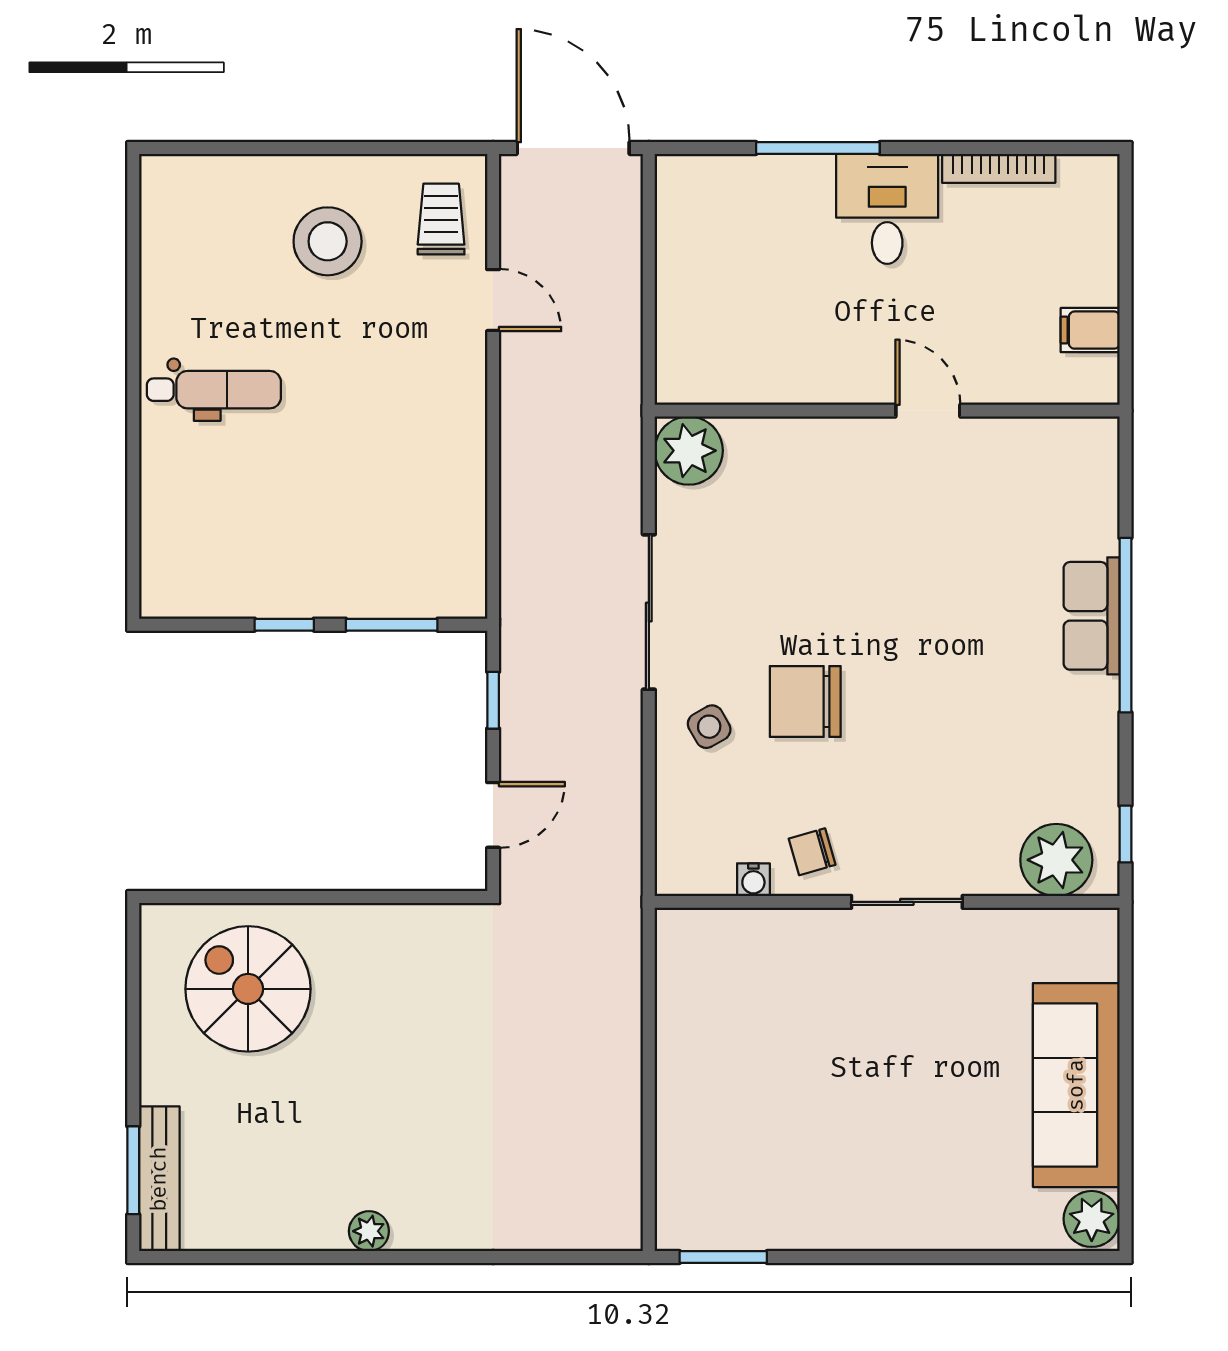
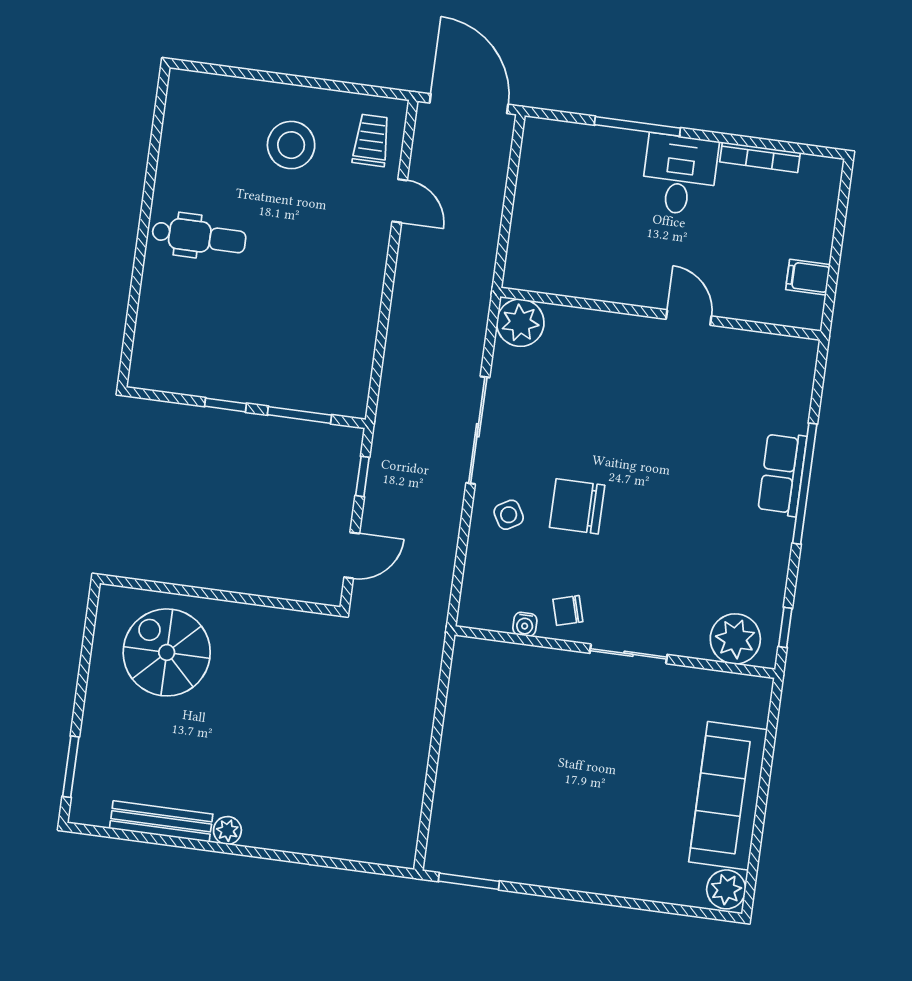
bench: (159, 1179) -> (161, 821), moved, turned 90

